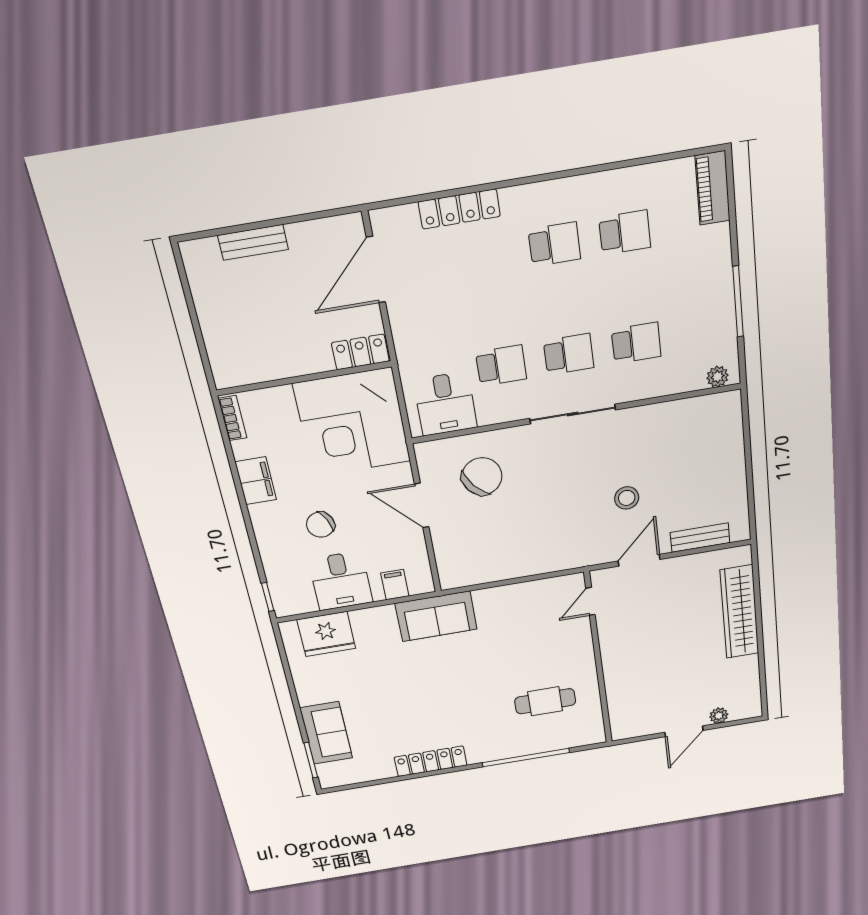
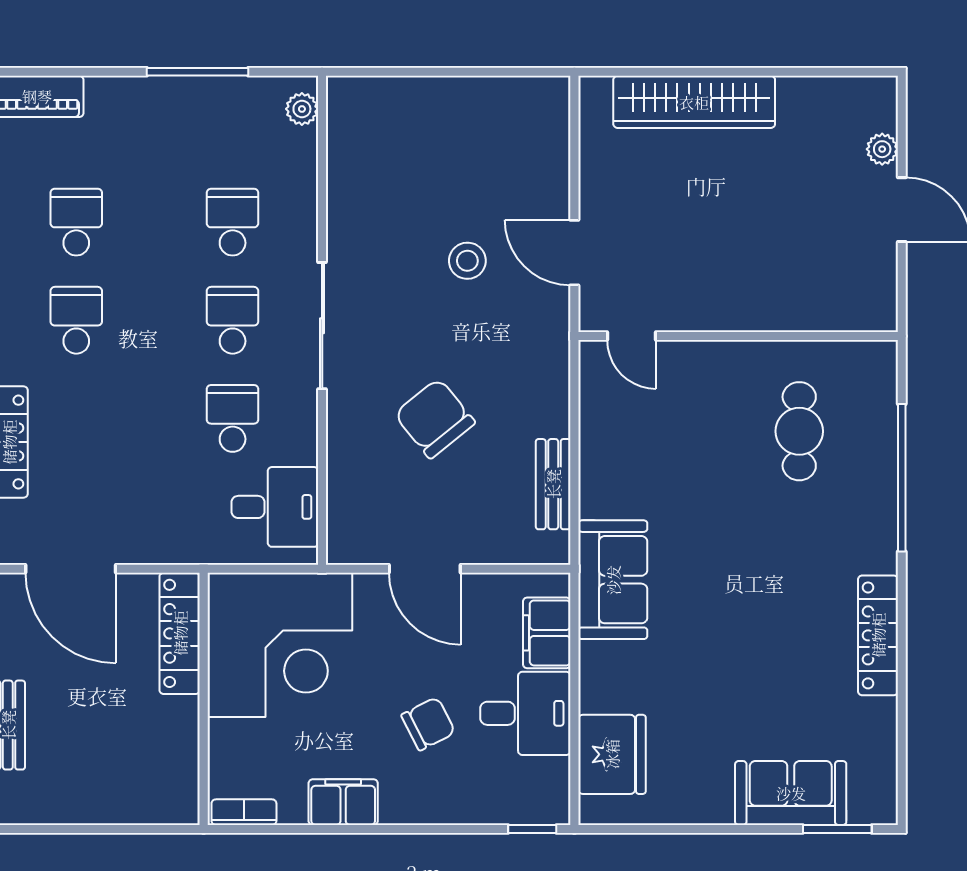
locker: (360, 352) -> (180, 633), width x1.53
chair: (482, 476) -> (435, 418), moved
door: (422, 505) -> (425, 569), hinge flipped
chair: (321, 525) -> (428, 724), turned -91
bench: (700, 538) -> (553, 484), moved
filing cabinet: (395, 585) -> (547, 633), width x2.00

